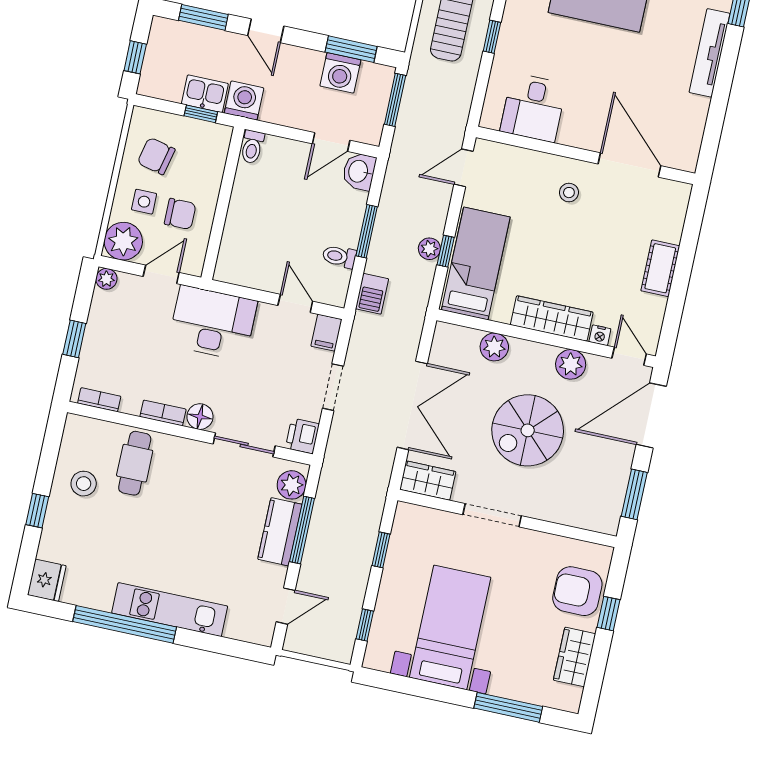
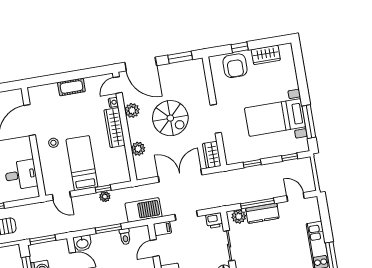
bed: (476, 263) -> (82, 163), moved, turned 90
barbecue: (372, 294) -> (143, 210), width x1.88, depth x1.53
window: (508, 707) -> (309, 122), moved

